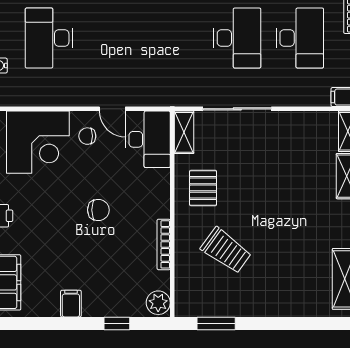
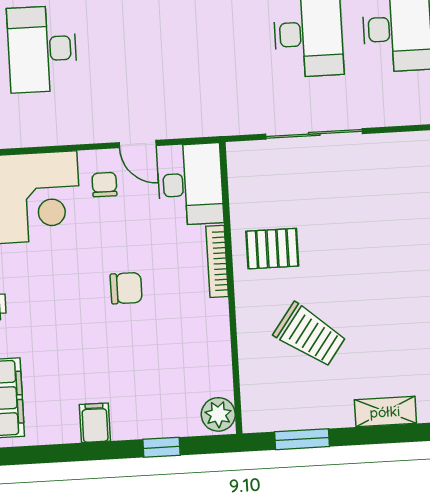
shelving: (184, 132) -> (385, 412), moved, turned 90
chair: (87, 136) -> (104, 185), turned 90
pallet: (203, 188) -> (272, 249), turned 90
bookcase: (164, 244) -> (217, 261), moved

